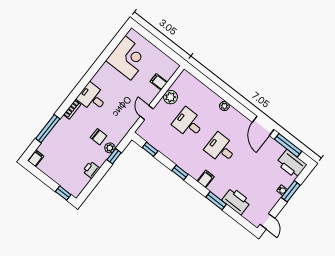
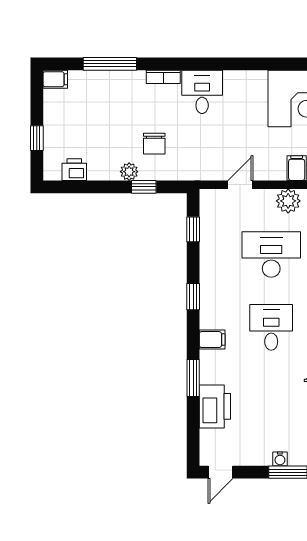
desk: (188, 123) -> (271, 254), width x1.37
plant: (110, 148) -> (129, 172), moved
printer: (91, 170) -> (74, 170), moved
window: (63, 193) -> (37, 138), moved

